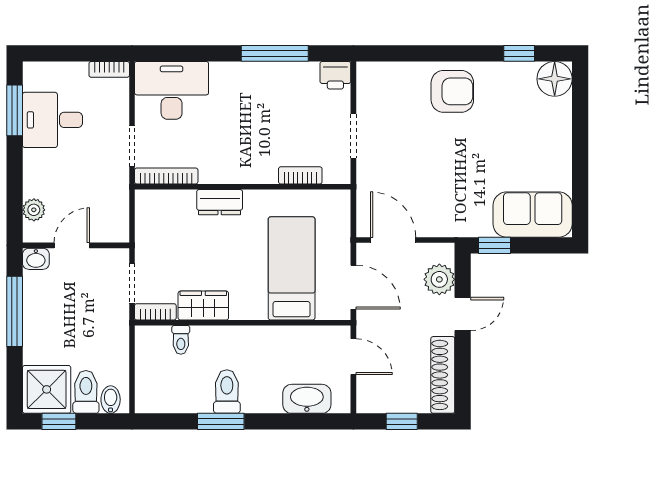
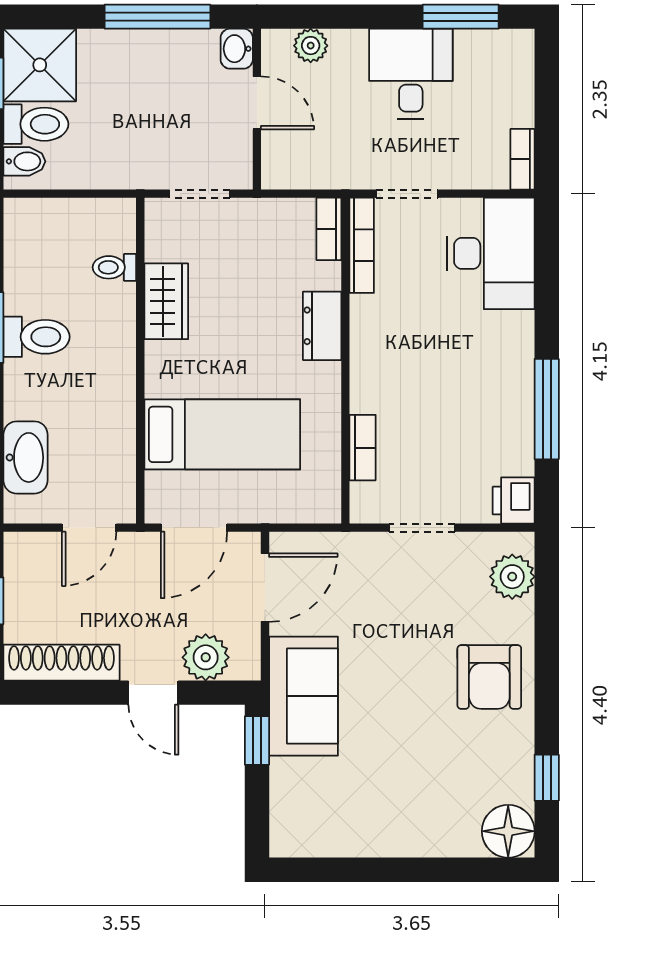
plant: (386, 76) -> (512, 577), added
desk: (52, 120) -> (411, 74), moved
sofa: (533, 215) -> (303, 696), moved
bookcase: (155, 312) -> (329, 229), moved, turned 180

